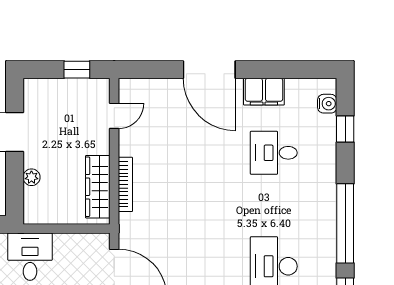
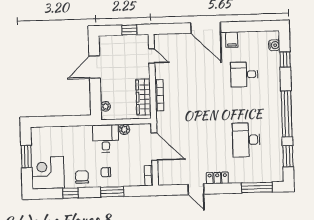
filing cabinet: (264, 92) -> (232, 40), width x0.50
door: (114, 116) -> (152, 56), hinge flipped
plant: (31, 177) -> (105, 106), moved
plant: (63, 242) -> (124, 129), added

